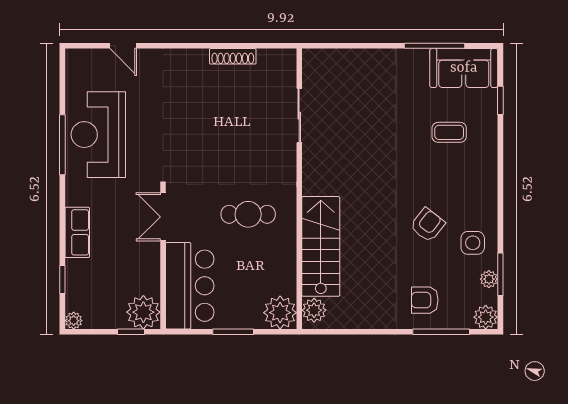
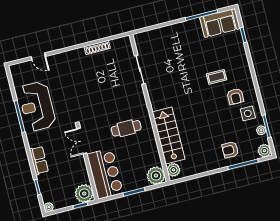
coffee table: (449, 132) -> (216, 77), moved
armchair: (428, 225) -> (235, 96), moved, turned 142

